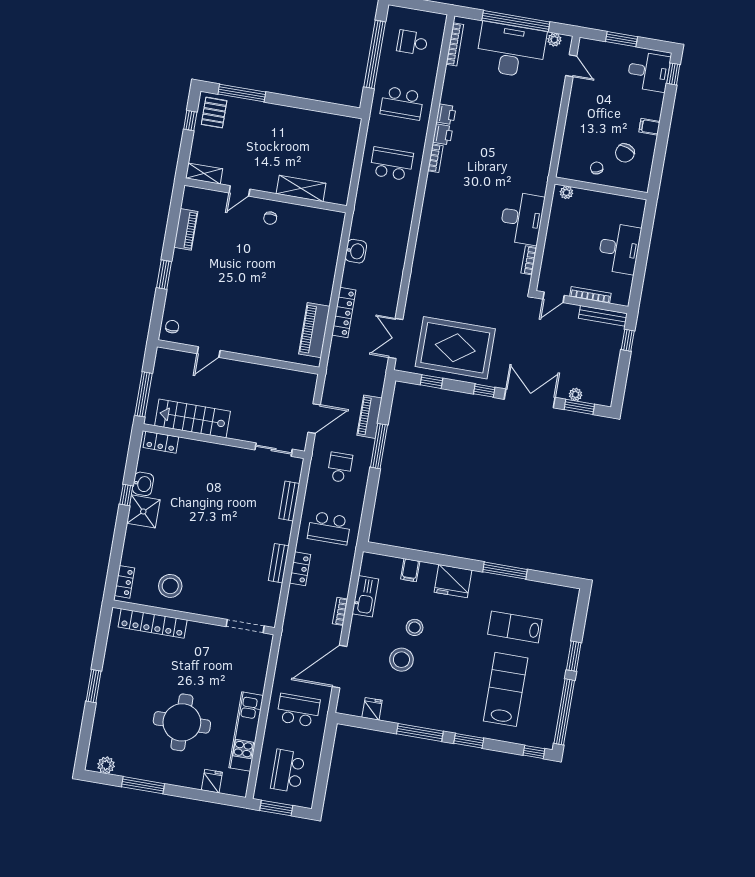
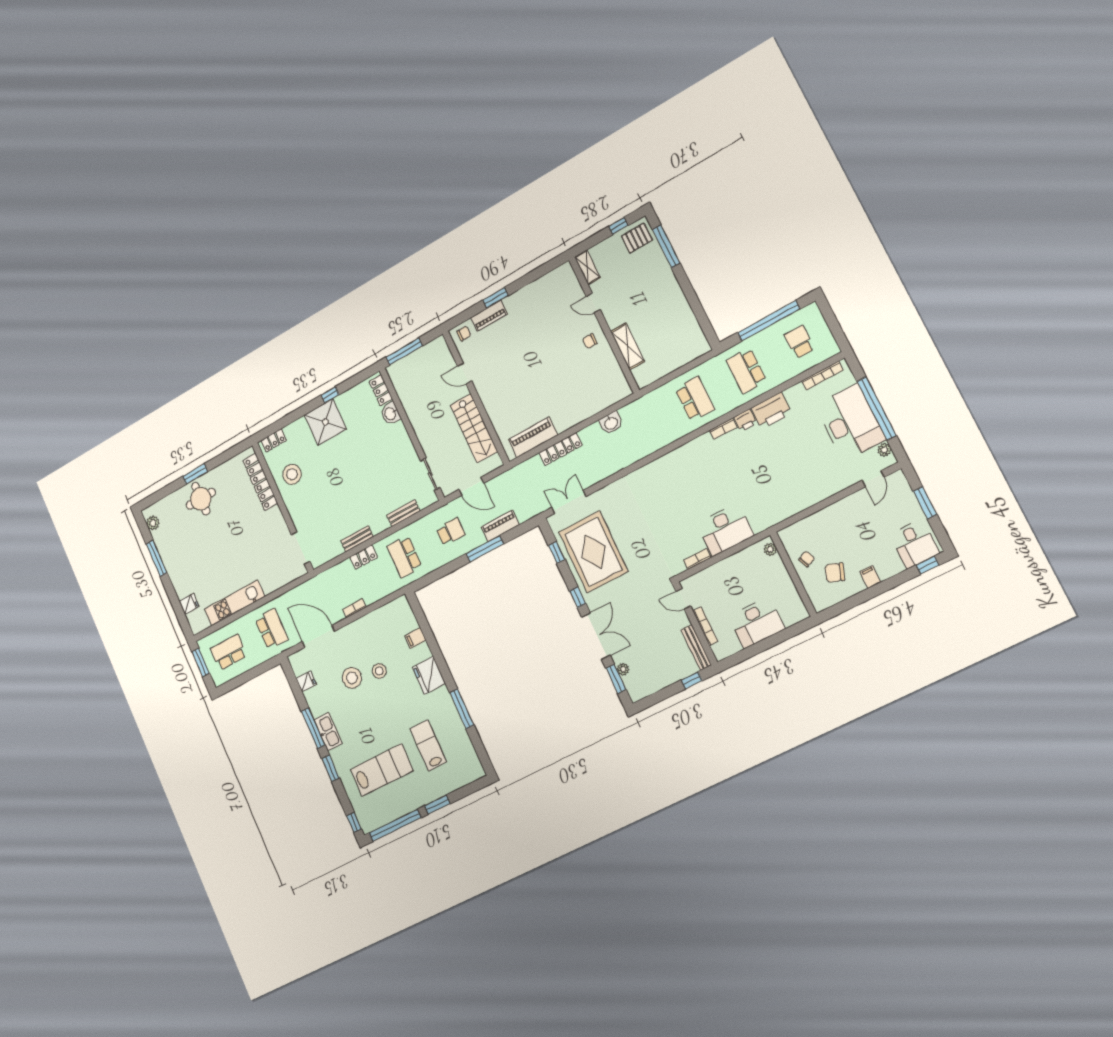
printer: (446, 114) -> (771, 411), width x1.87, depth x1.48
piano: (186, 229) -> (489, 316), moved
stairs: (193, 419) -> (474, 428), moved, turned 180
washbasin: (143, 484) -> (390, 414), moved, turned 90
shower: (143, 511) -> (325, 422), width x1.37, depth x1.37
kitchen sink: (365, 596) -> (328, 732), moved, turned -90
round table: (182, 722) -> (201, 499), moved, width x0.73, depth x0.73

